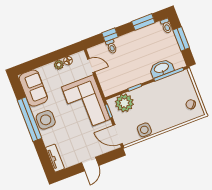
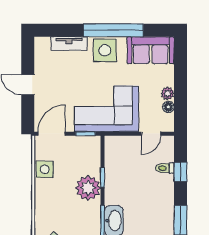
plant: (124, 103) -> (88, 188), moved
tv unit: (55, 158) -> (69, 44), moved

